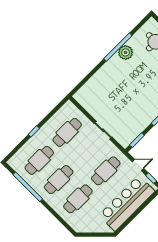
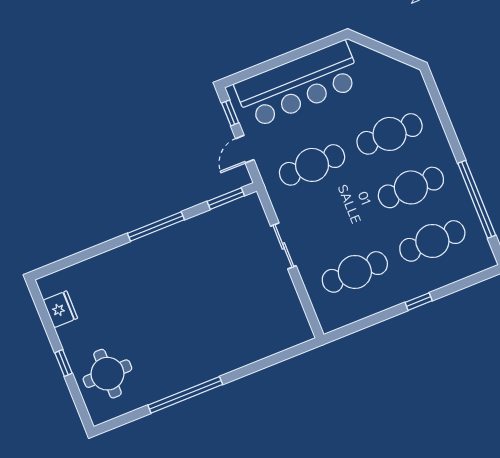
plant: (125, 52) -> (175, 378), removed
door: (138, 165) -> (245, 149), hinge flipped

